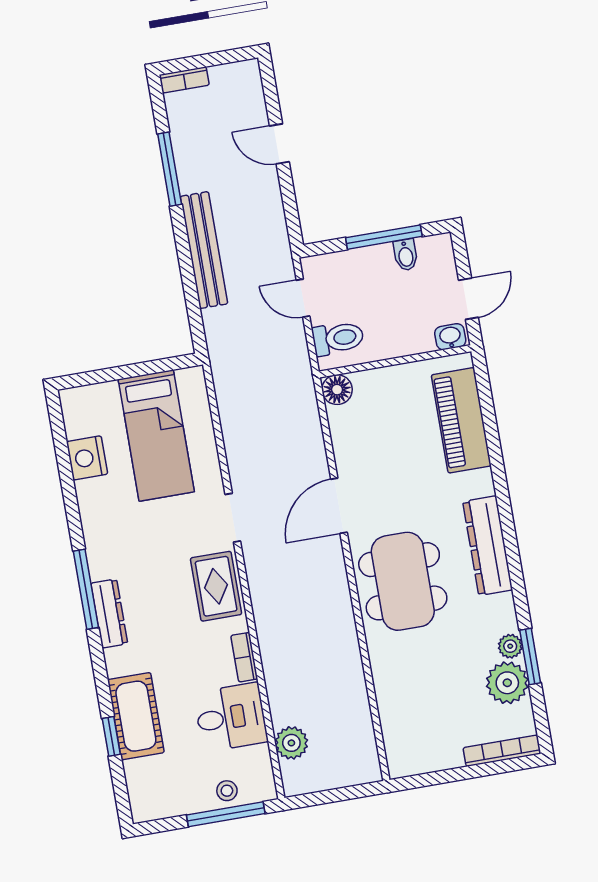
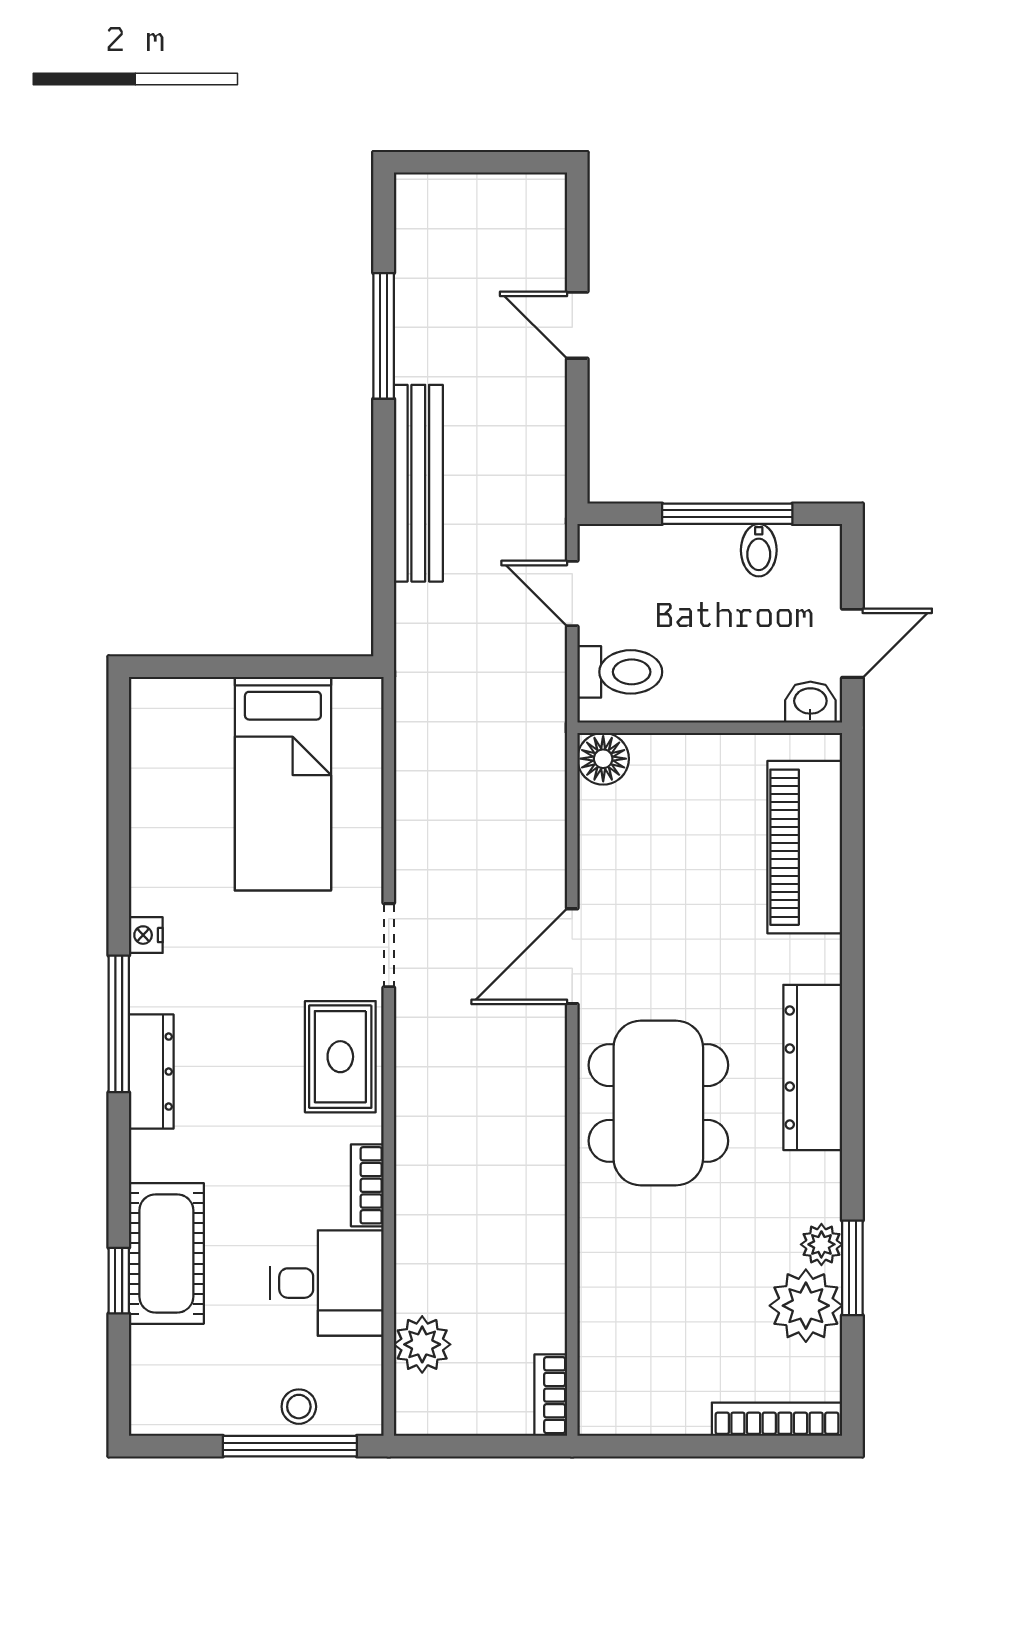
bookcase: (184, 80) -> (551, 1395), moved, turned 90
nightstand: (87, 458) -> (146, 935), moved, width x0.53, depth x0.56

